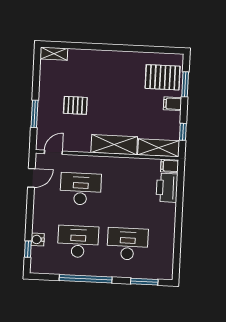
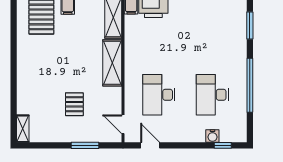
desk: (128, 244) -> (212, 44), removed

